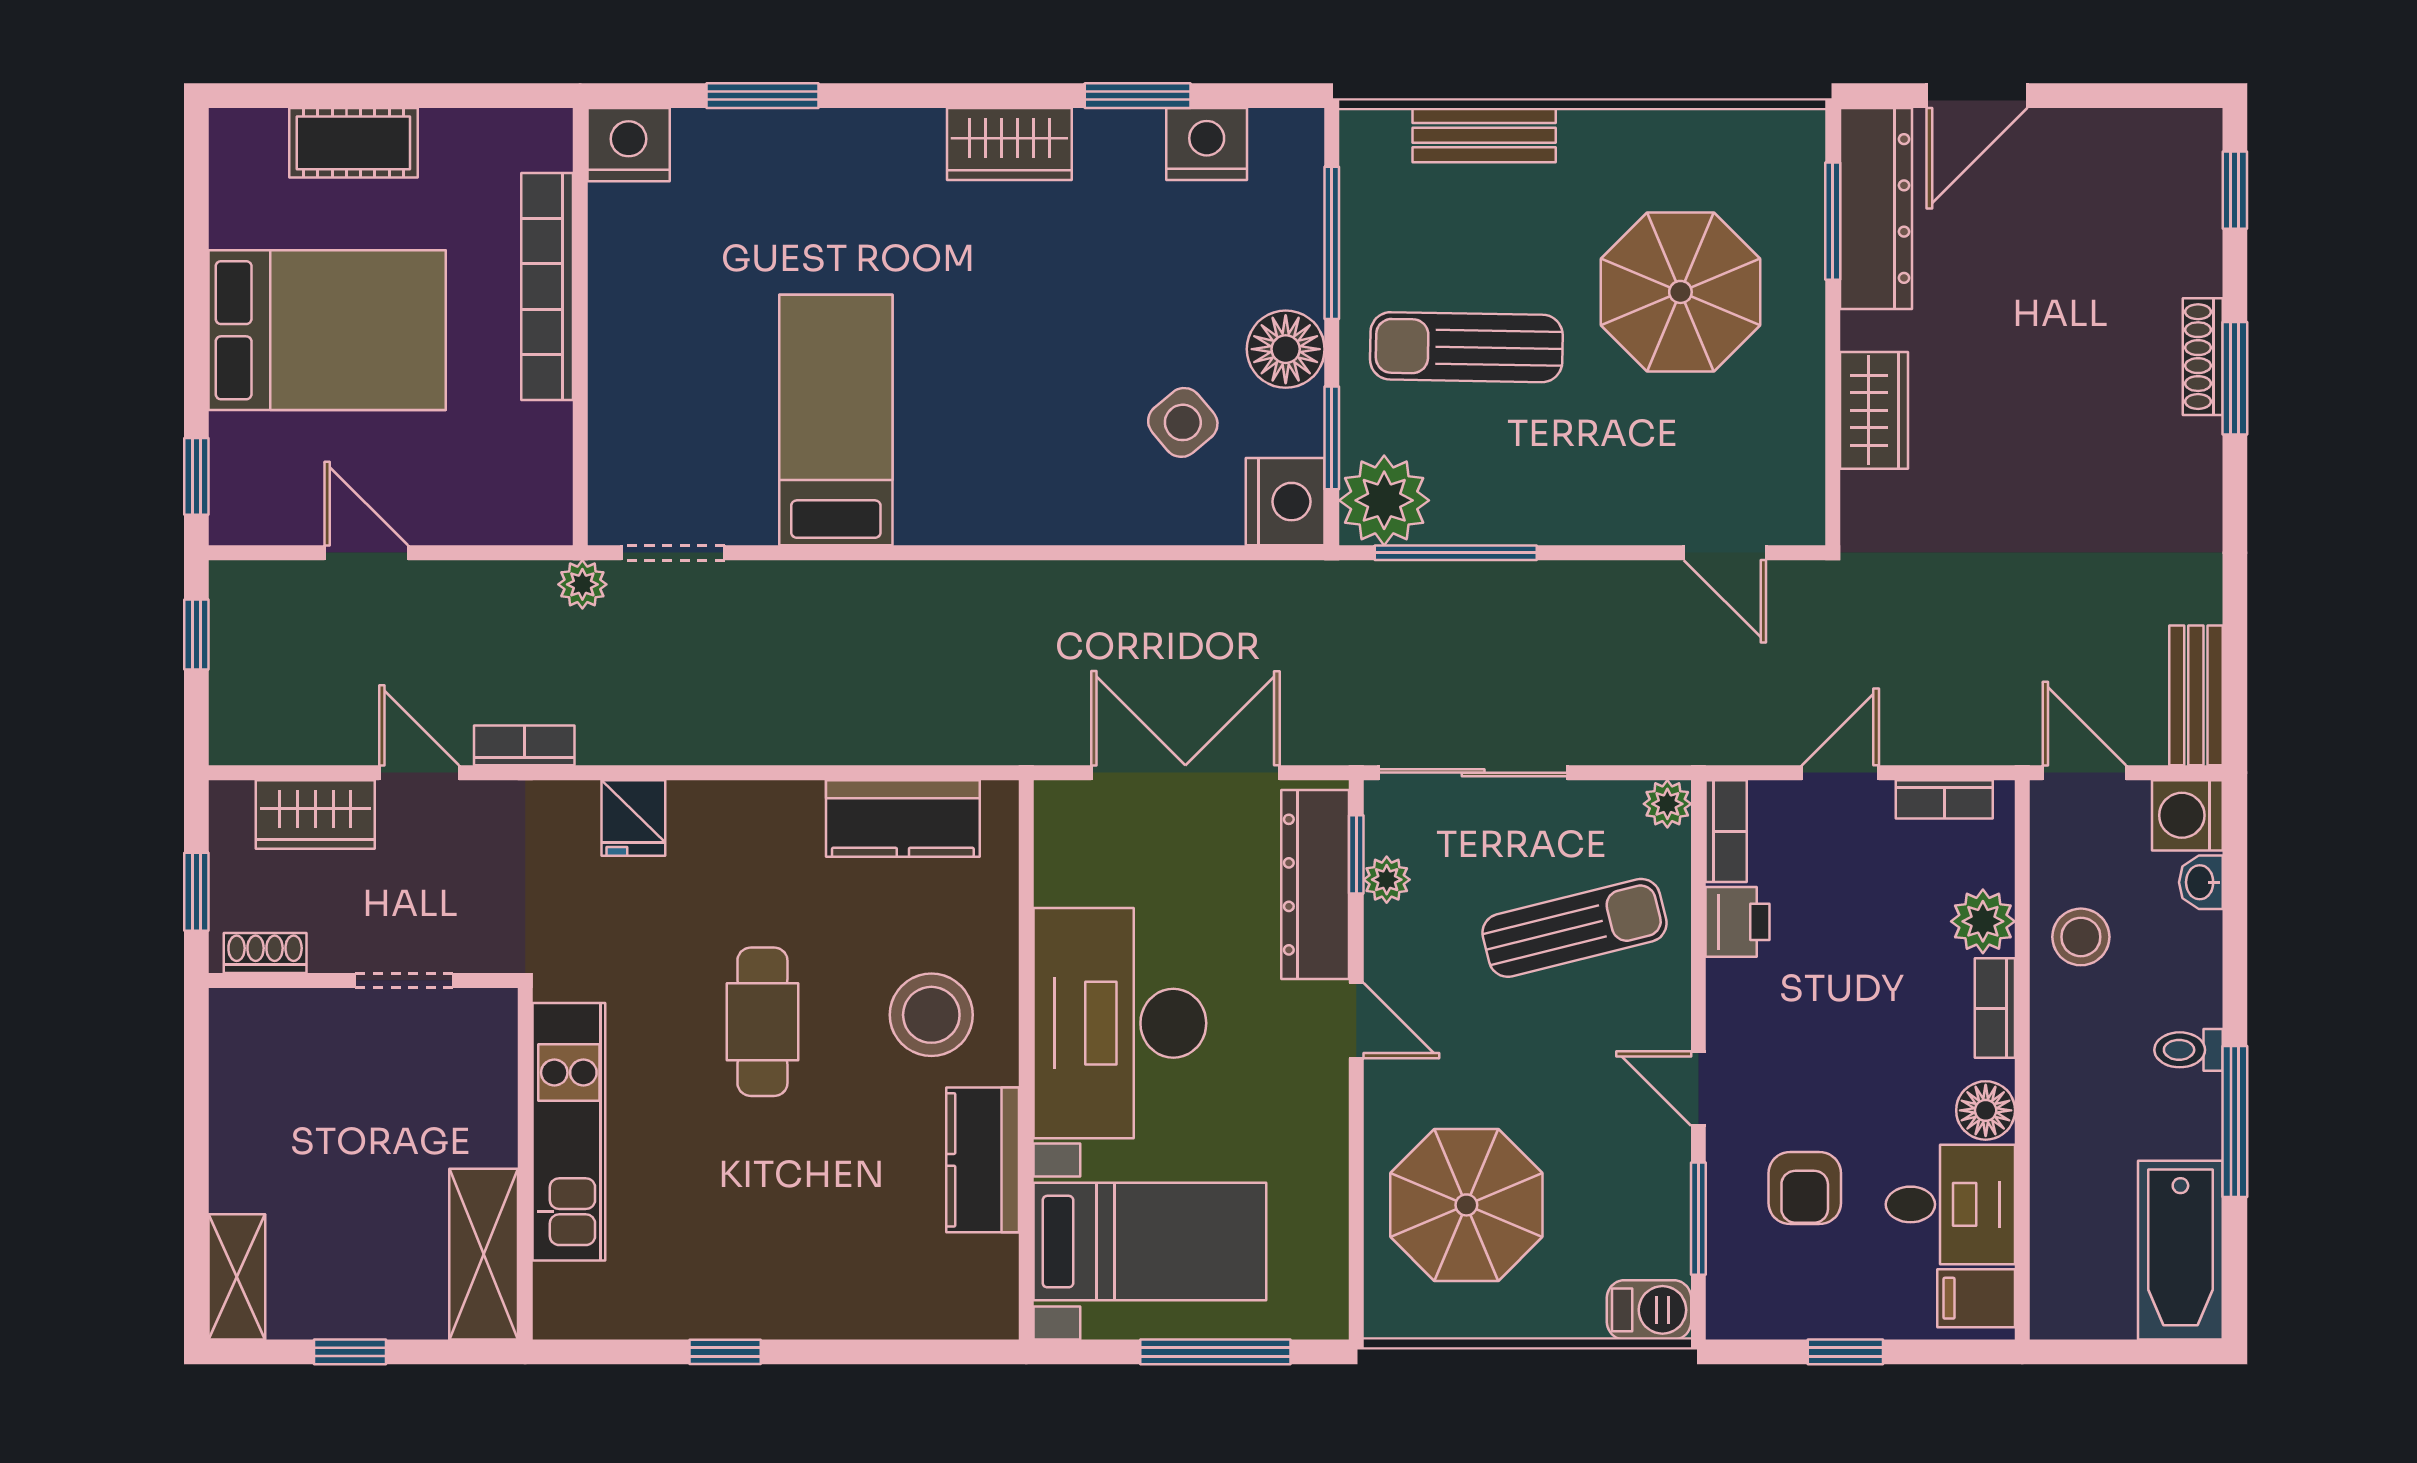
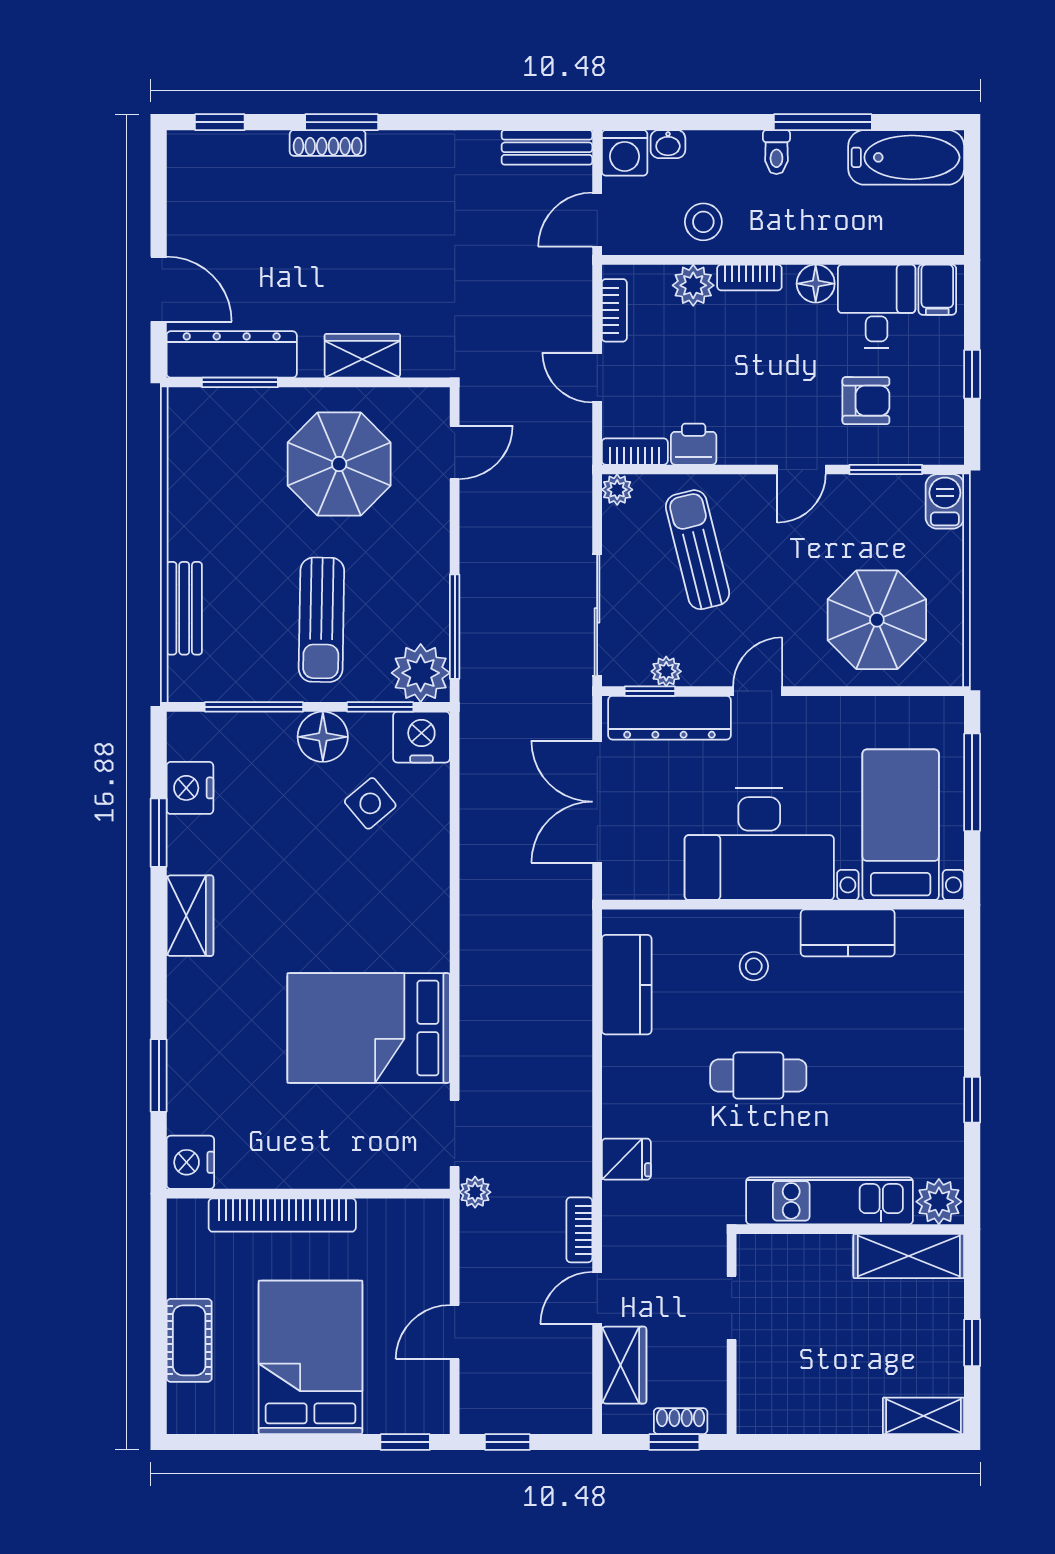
parasol: (1680, 292) -> (339, 464), moved
bed: (836, 420) -> (369, 1028), width x1.50
shoe rack: (265, 953) -> (681, 1421), moved, turned 90
stool: (931, 1015) -> (754, 966), width x0.53, depth x0.53
plant: (568, 1301) -> (939, 1202), added

